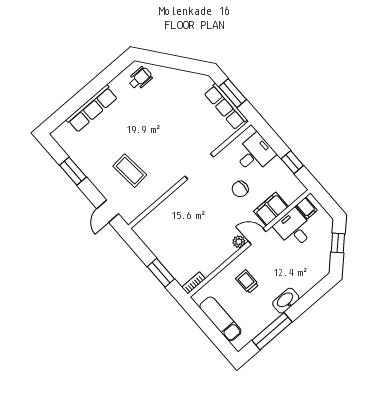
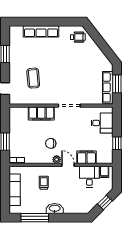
chair: (240, 189) -> (51, 143), moved
filing cabinet: (175, 204) -> (41, 114), added

